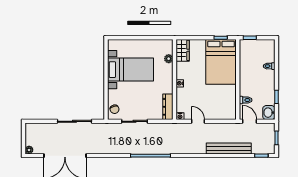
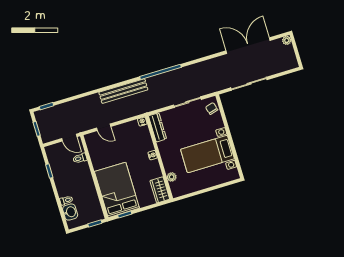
washbasin: (269, 113) -> (70, 212), moved
door: (198, 121) -> (104, 127), moved
bench: (229, 148) -> (123, 91), moved

